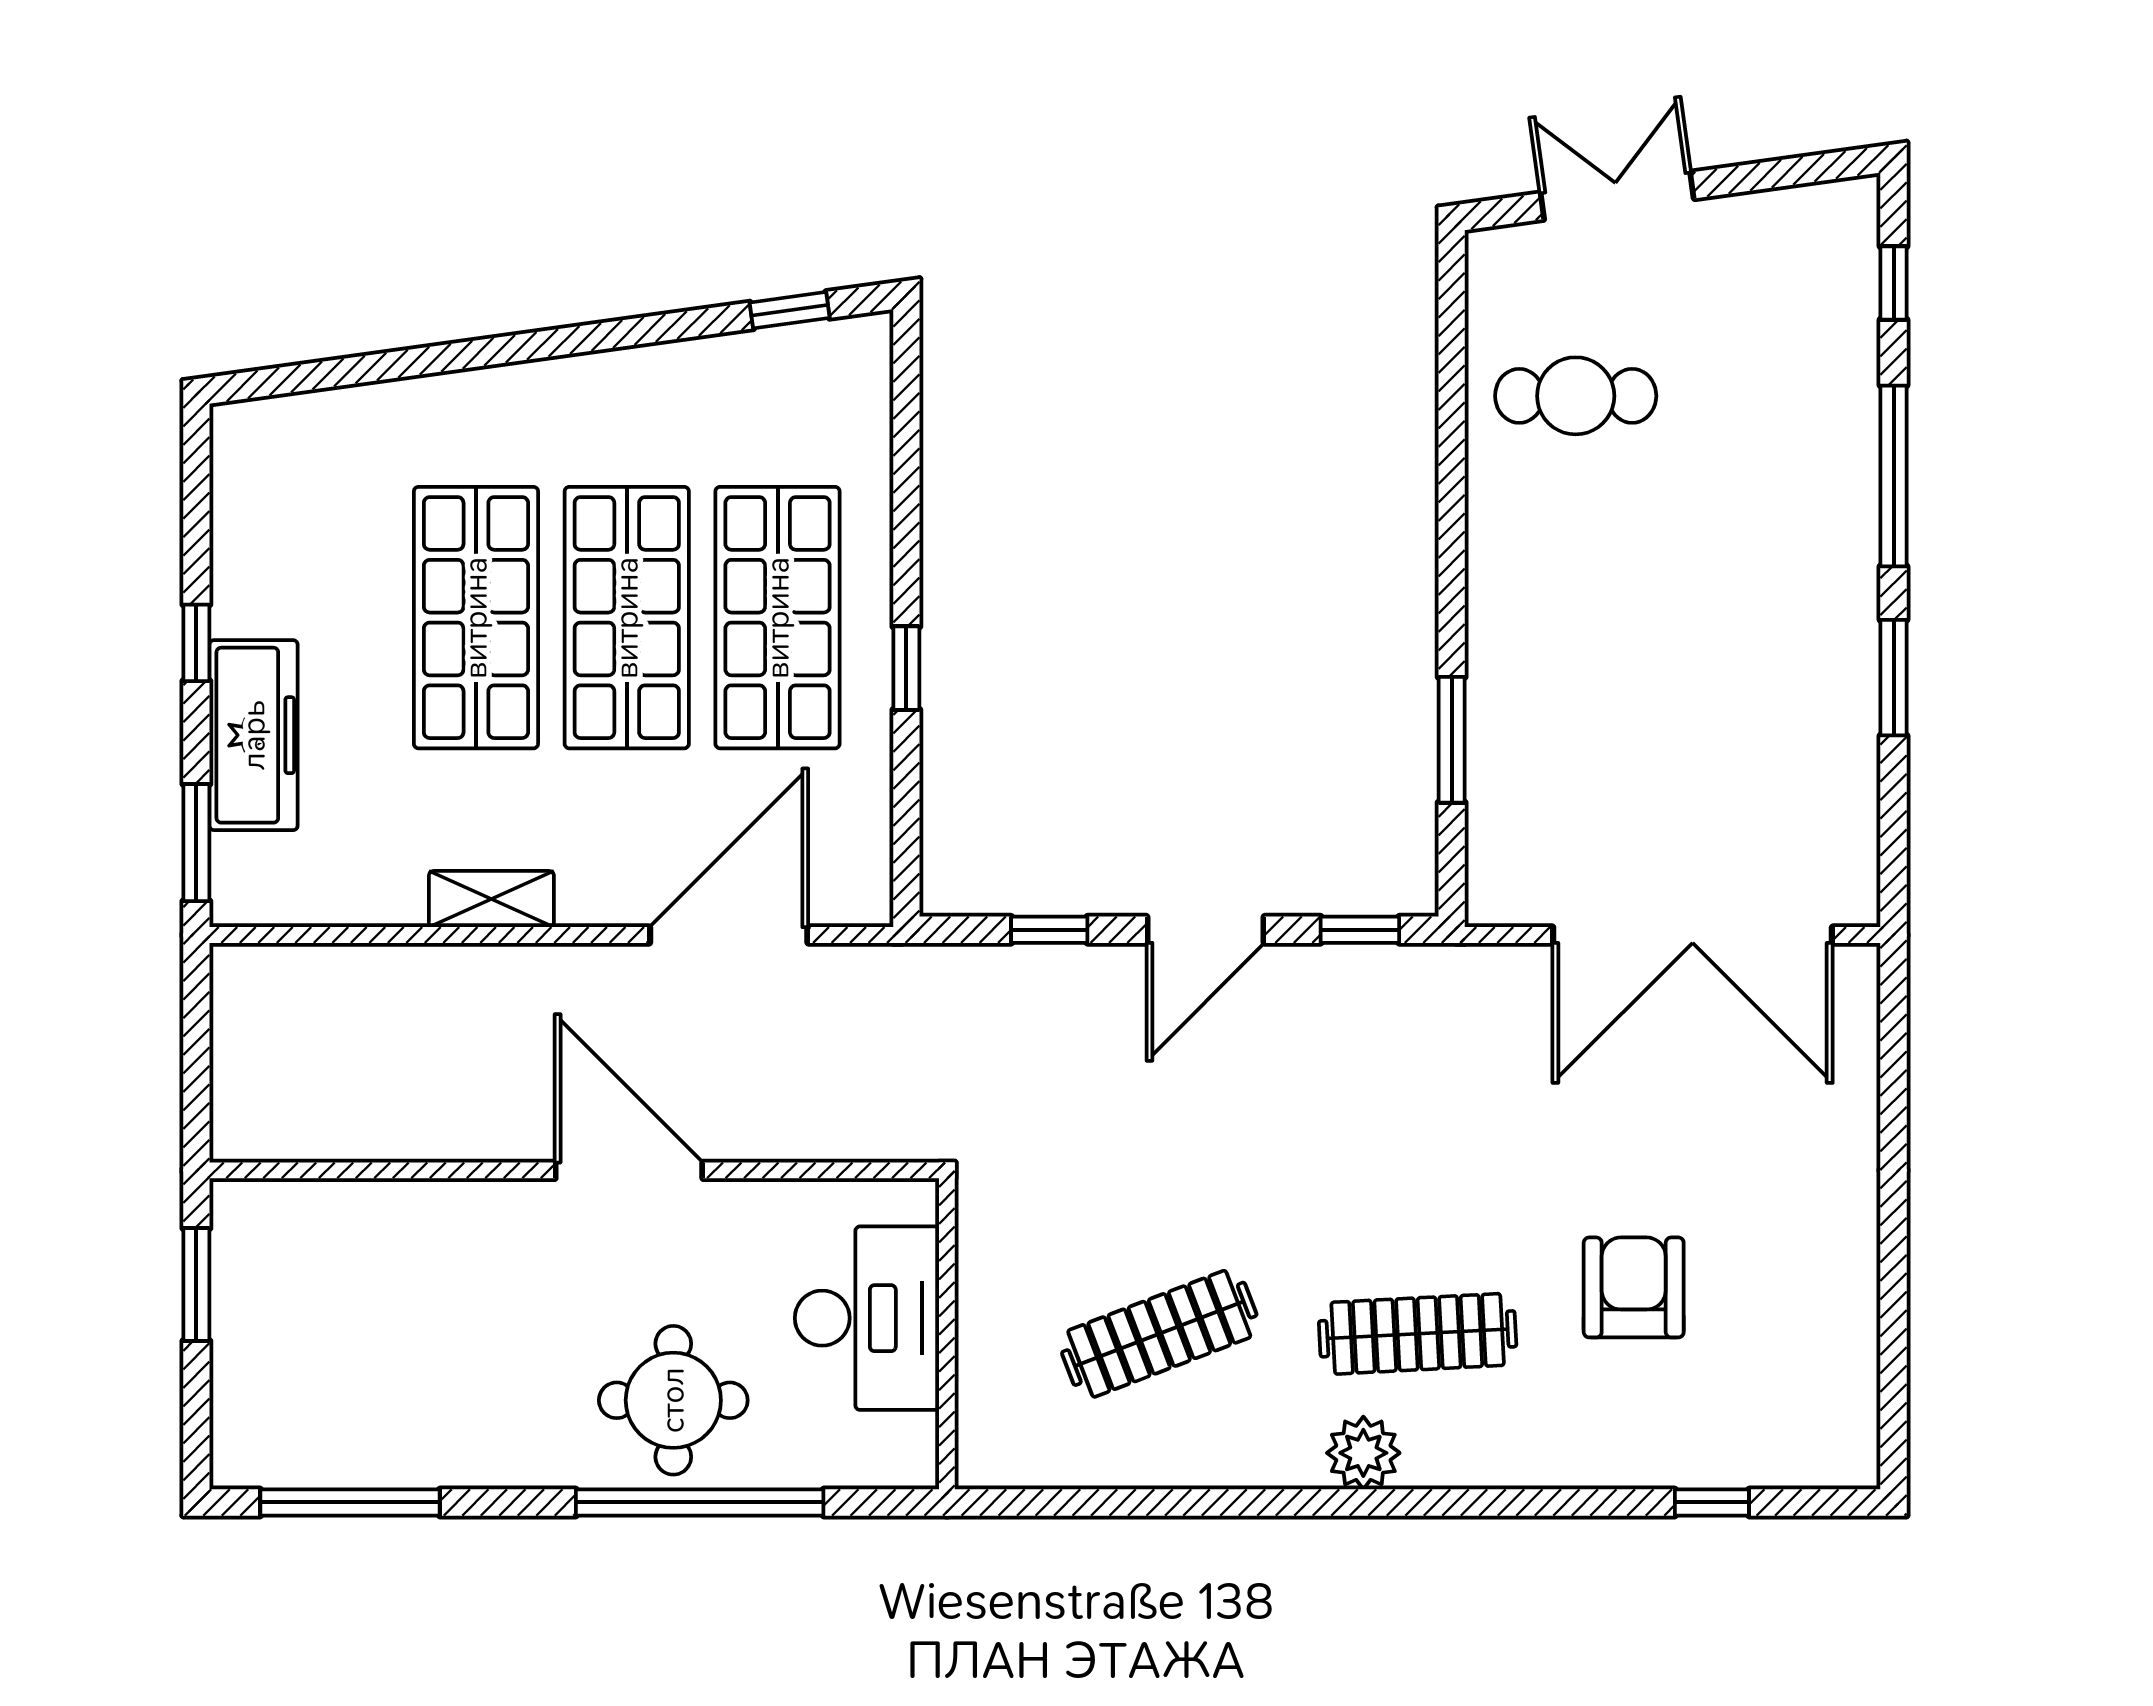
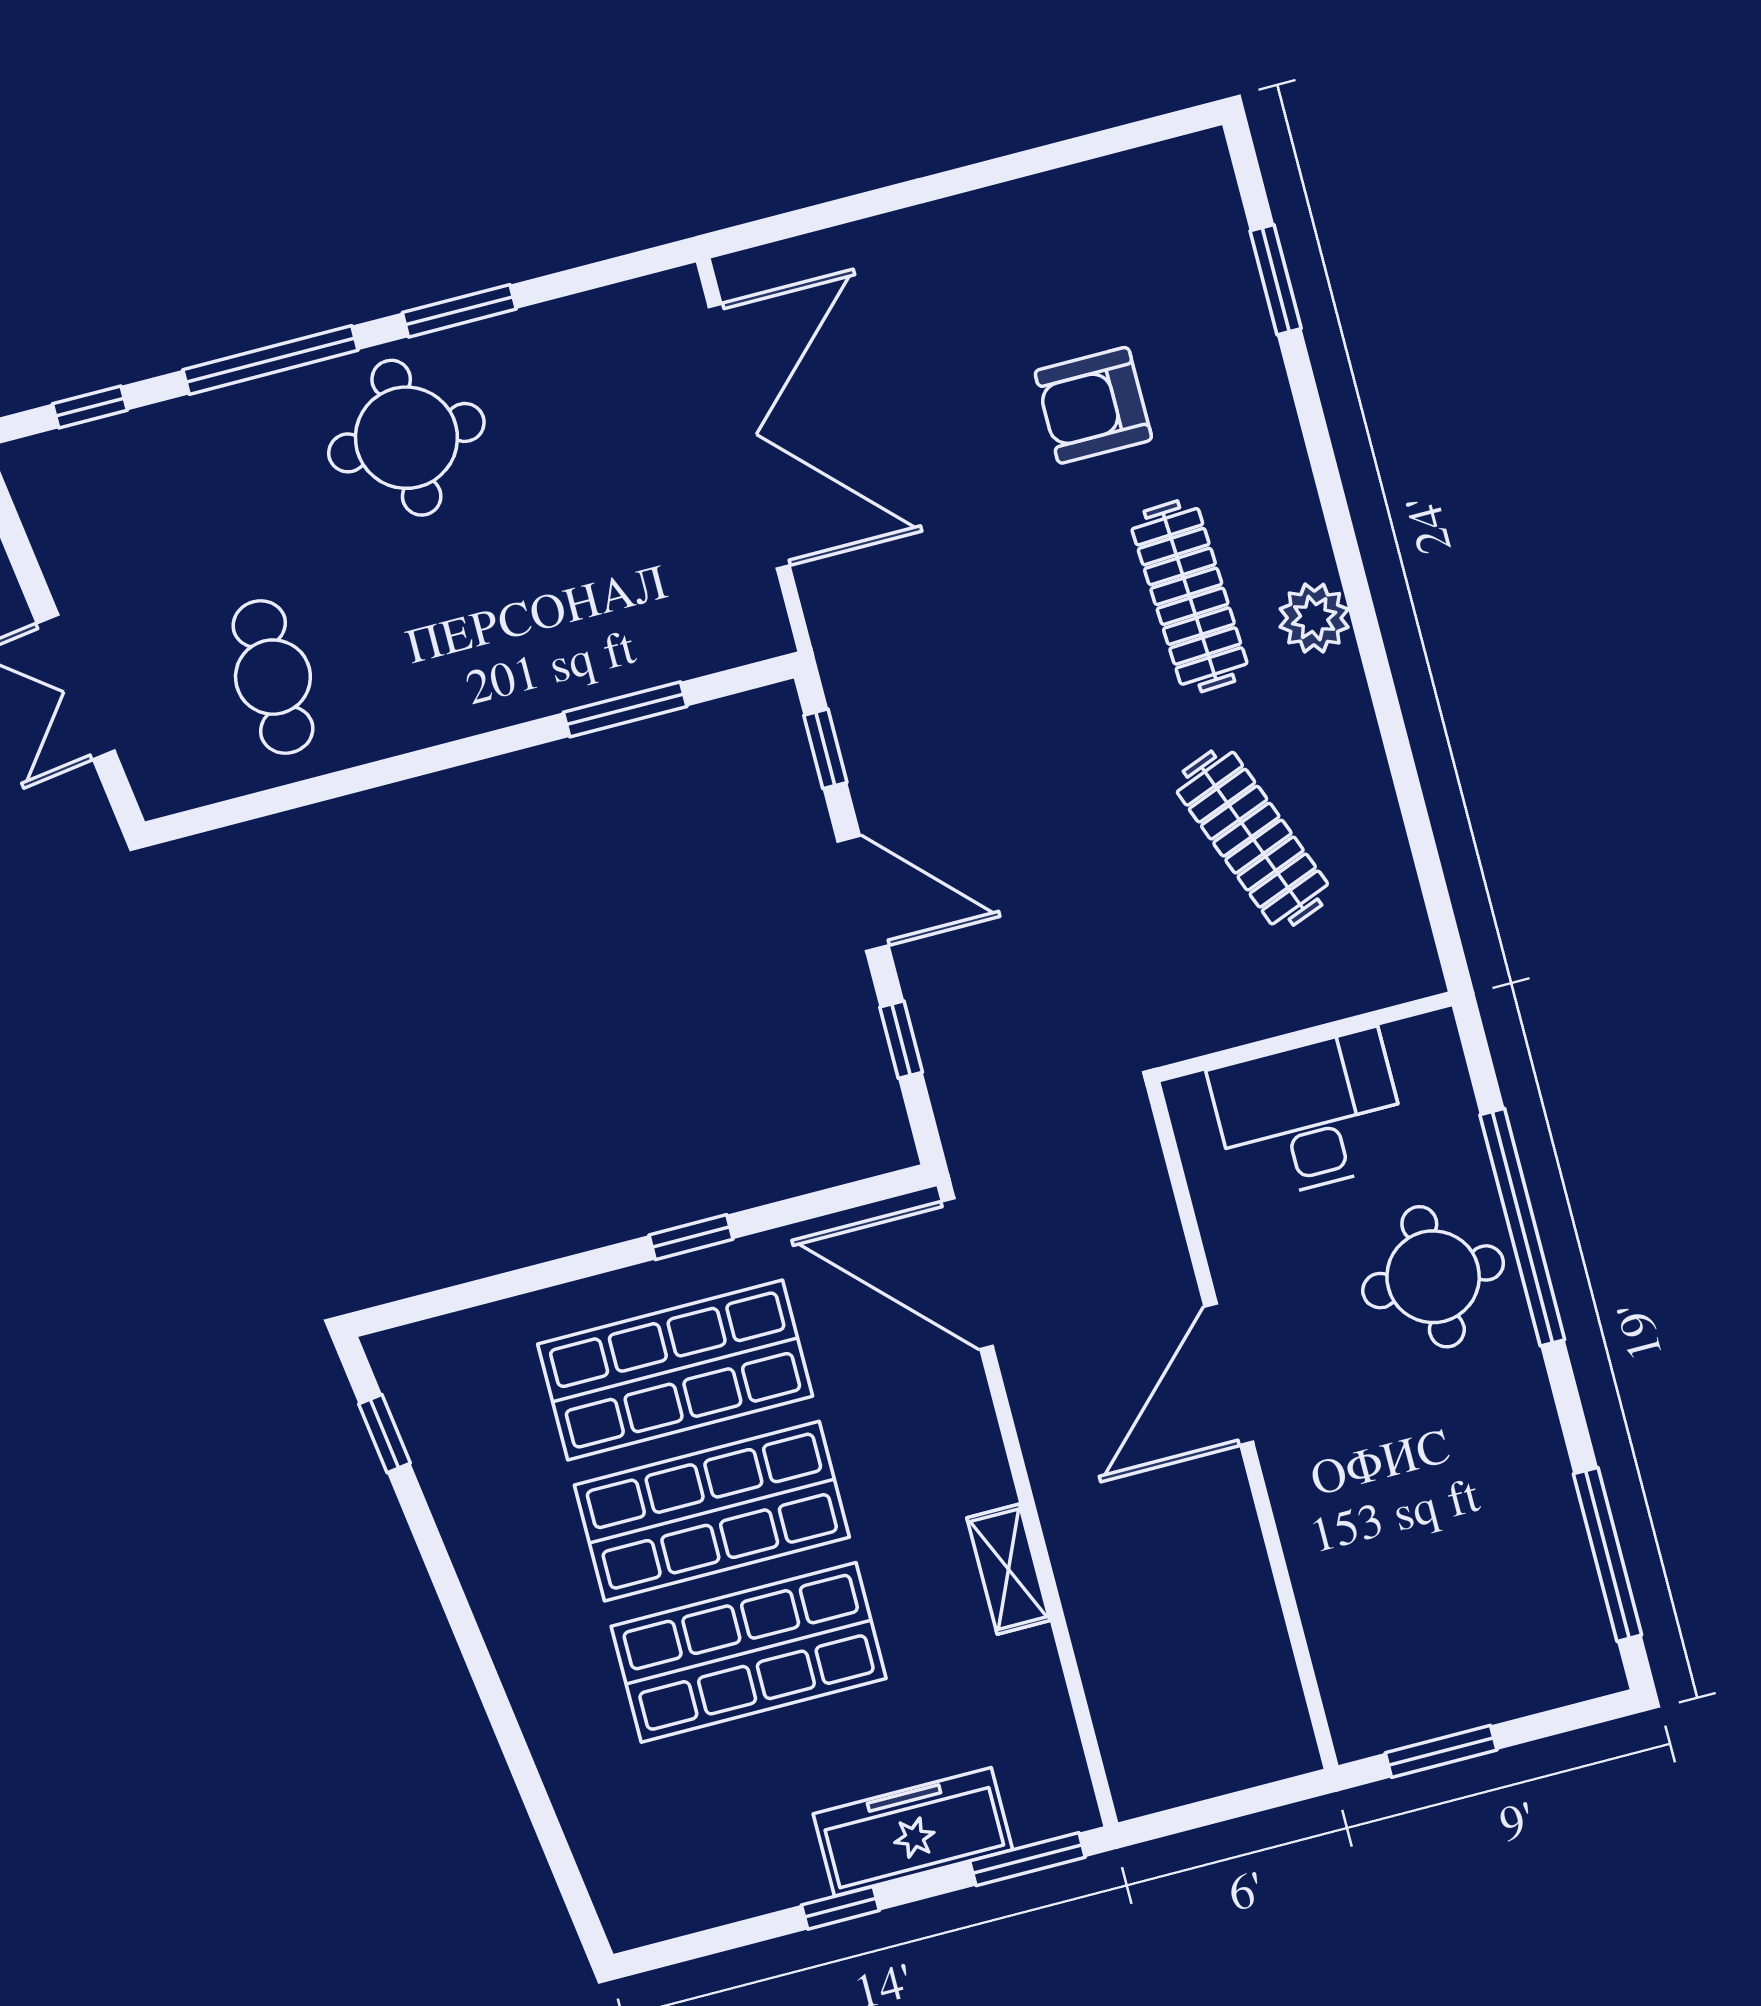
round table: (1780, 592) -> (406, 438), added
door: (729, 935) -> (967, 1274), moved
window: (1712, 1502) -> (1276, 280), width x1.50

